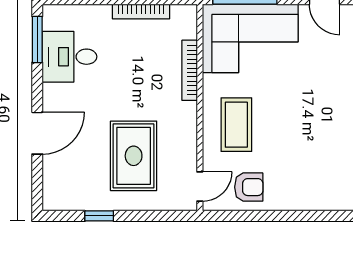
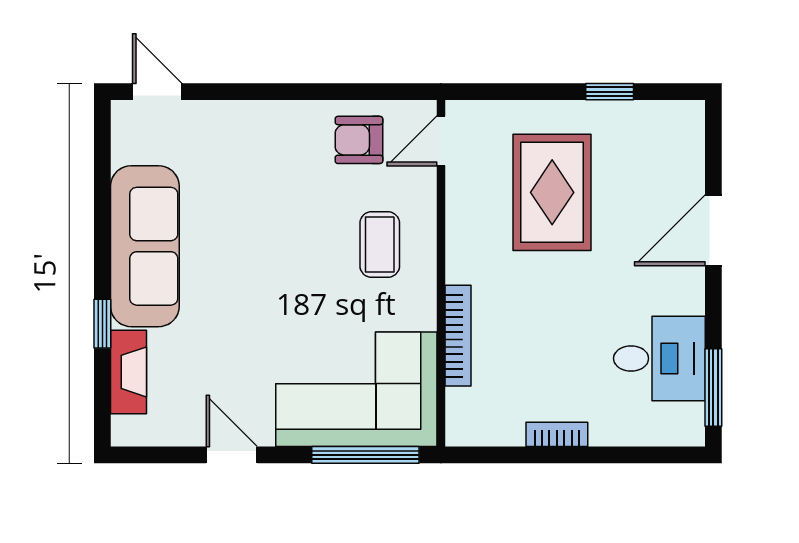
bookcase: (141, 11) -> (557, 434), width x0.64
coffee table: (236, 125) -> (380, 245), width x0.73, depth x0.77

